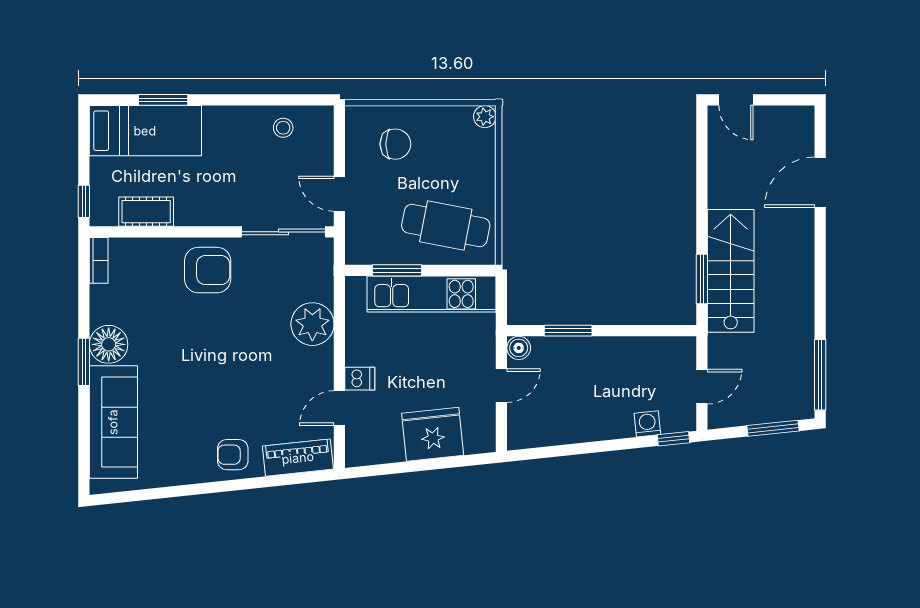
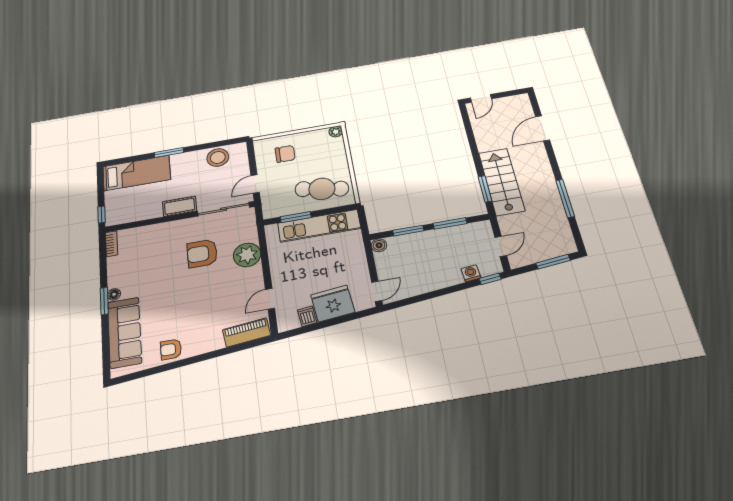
window: (163, 100) -> (169, 152), moved
door: (736, 100) -> (481, 98), hinge flipped
stool: (283, 128) -> (218, 157), width x1.89, depth x1.89
door: (339, 194) -> (255, 184), hinge flipped
cot: (146, 212) -> (180, 206), moved
armchair: (208, 270) -> (202, 253), moved, turned 180
window: (635, 331) -> (450, 223), added
floor lamp: (109, 344) -> (114, 294), width x0.53, depth x0.53
window: (820, 375) -> (565, 198), moved
dishwasher: (360, 379) -> (307, 316), moved, turned -96
door: (501, 386) -> (377, 291), moved
armchair: (233, 455) -> (171, 349), moved

